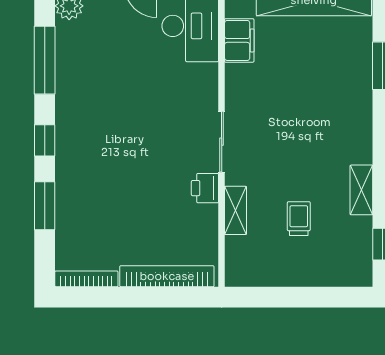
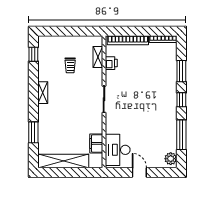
printer: (205, 188) -> (111, 63), moved
shelving: (361, 190) -> (43, 93), moved
shelving: (236, 210) -> (98, 57), moved

